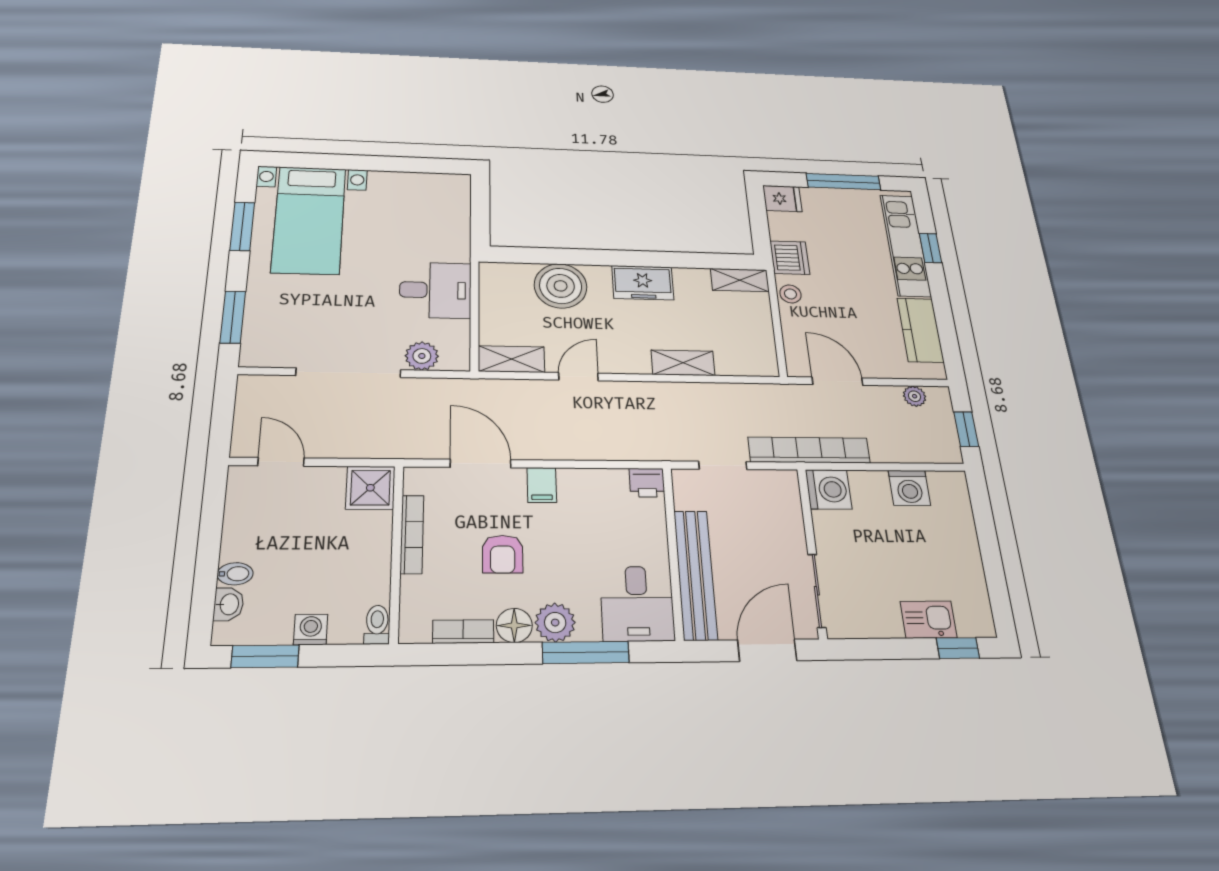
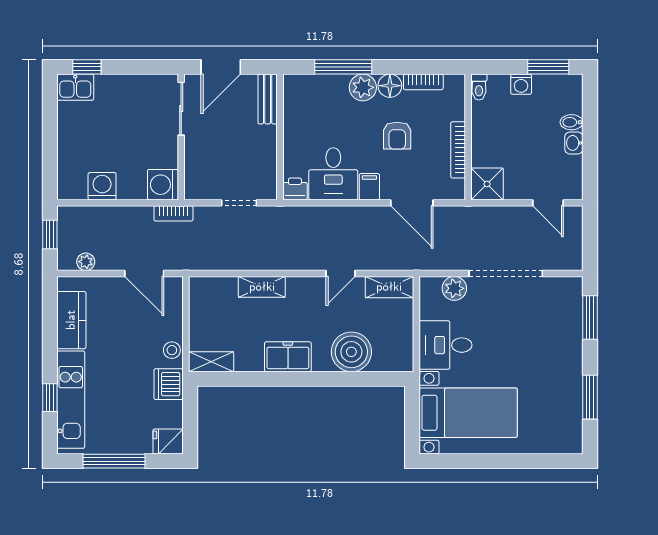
bed with nightstands: (309, 220) -> (468, 413), moved, turned 90
bookcase: (809, 450) -> (173, 213), width x0.43, depth x0.76
armchair: (503, 554) -> (397, 136), turned 180
bench: (695, 574) -> (268, 99), width x0.54, depth x0.82
washbasin: (229, 604) -> (574, 143), moved
desk: (637, 604) -> (333, 174), moved, turned 180
kitchen sink: (929, 620) -> (75, 87), moved

